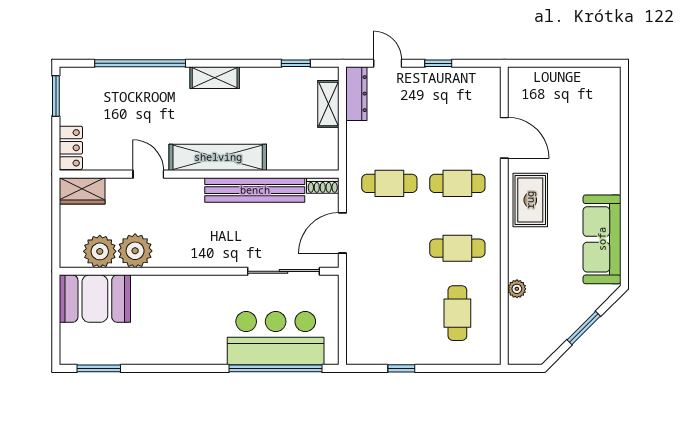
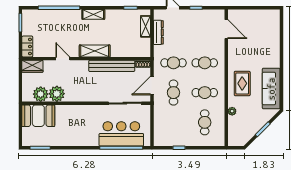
dresser: (356, 94) -> (158, 32), moved
door: (504, 138) -> (226, 29), moved
shelving: (218, 157) -> (95, 51), width x0.68
rug: (530, 200) -> (242, 83), moved
cafe table: (389, 248) -> (173, 93), added

